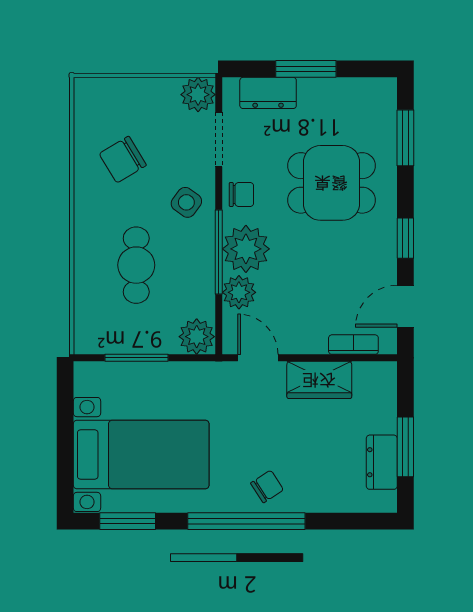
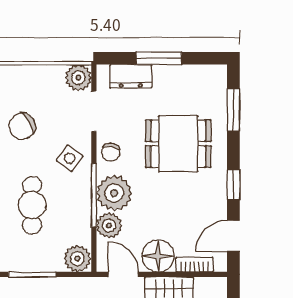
chair: (241, 194) -> (111, 152), turned 99
floor lamp: (305, 333) -> (158, 256), added

